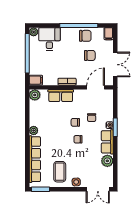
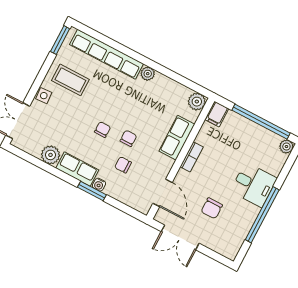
filing cabinet: (109, 34) -> (228, 251), removed
chair: (85, 36) -> (243, 216), removed
desk: (49, 39) -> (254, 185), moved

